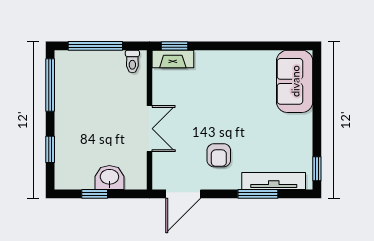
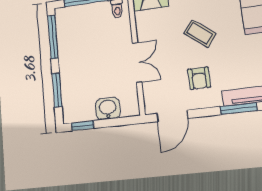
coffee table: (226, 104) -> (200, 33), added
window: (50, 149) -> (57, 90), width x1.50
window: (95, 194) -> (83, 126), moved

